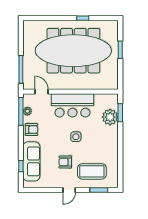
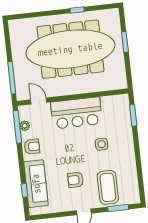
plant: (110, 117) -> (122, 122), removed
side table: (76, 137) -> (102, 144), moved
coffee table: (92, 171) -> (108, 187), turned 90

